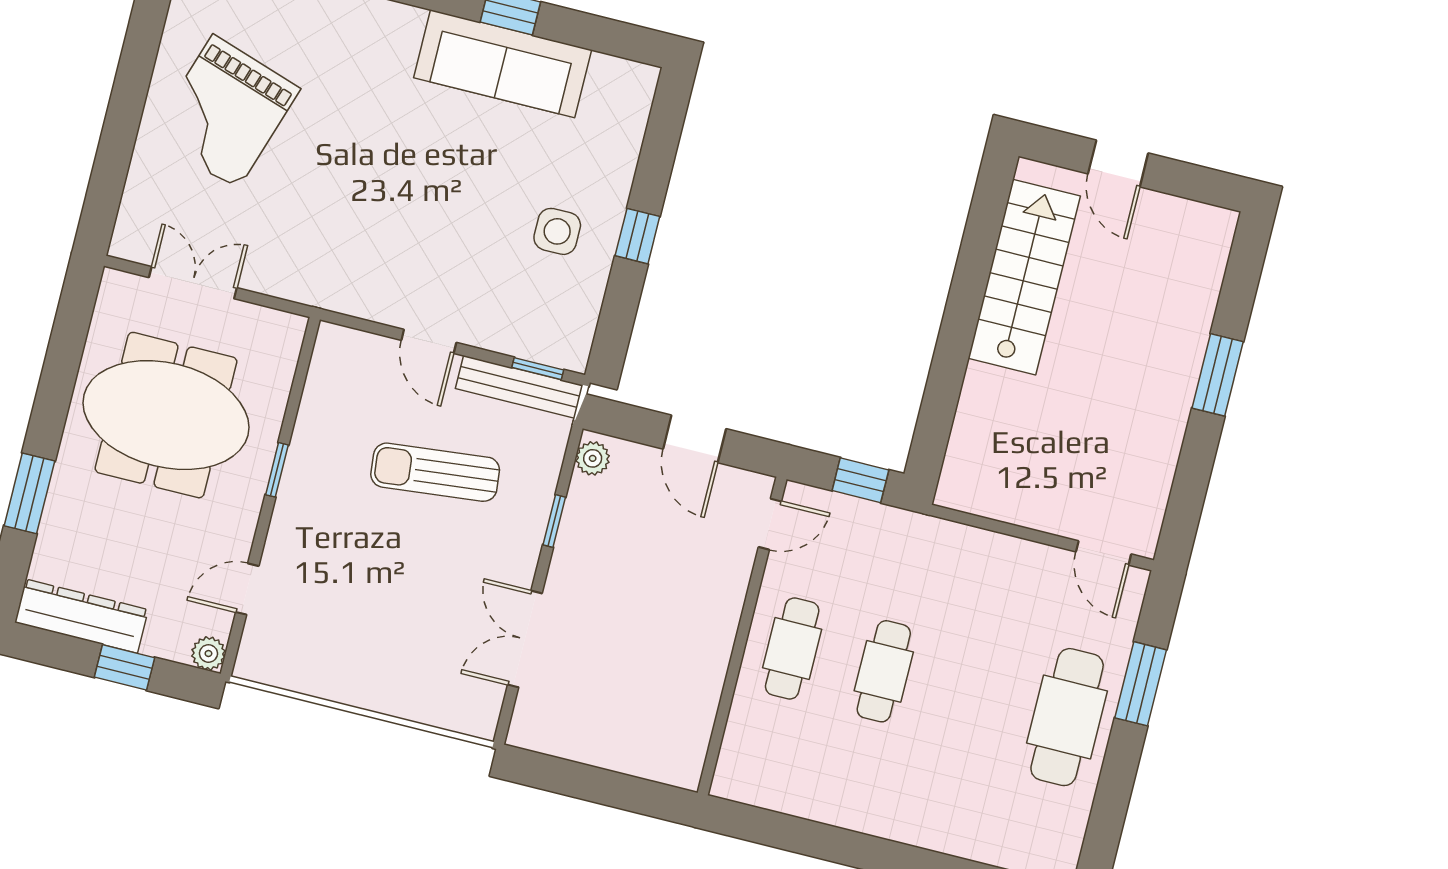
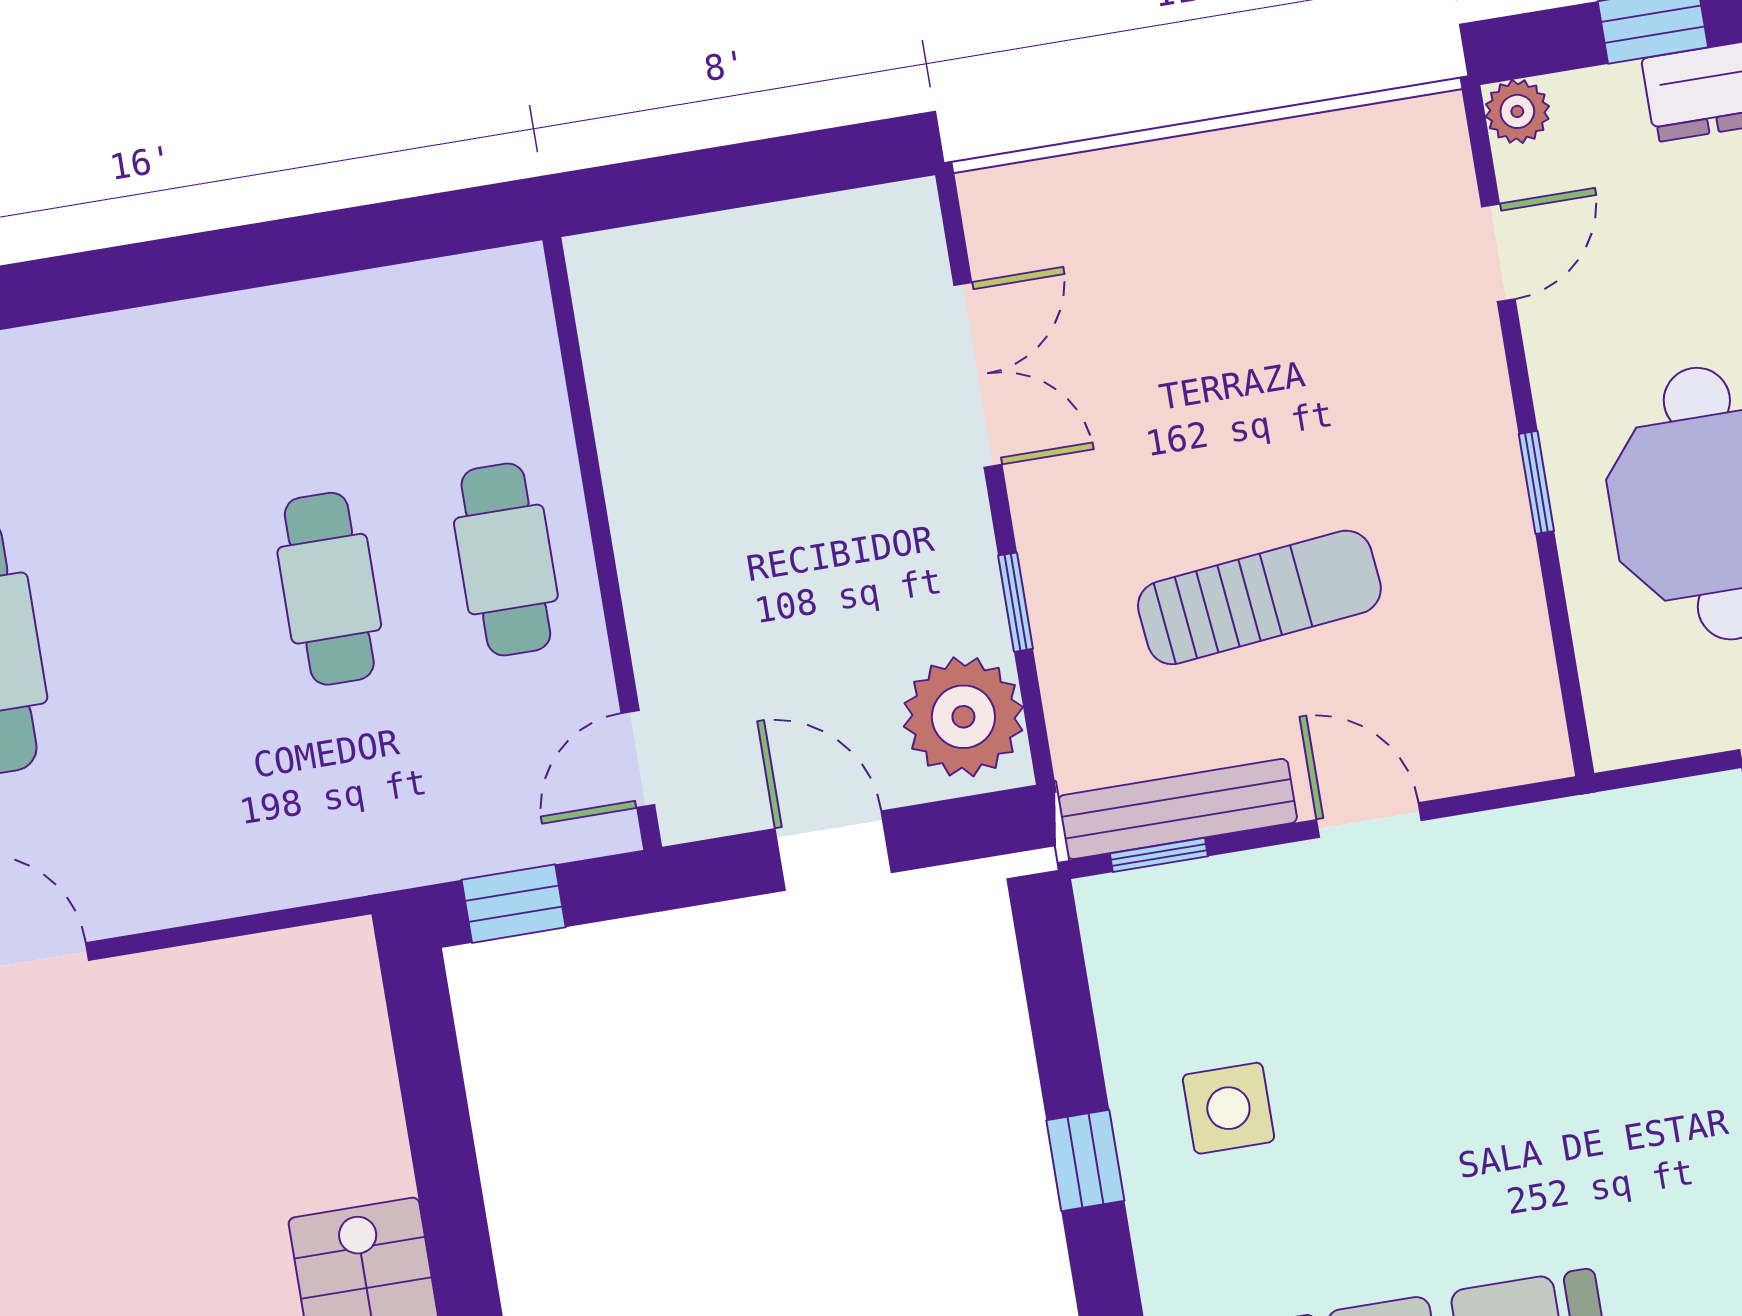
plant: (593, 458) -> (963, 717), width x1.88, depth x1.88

